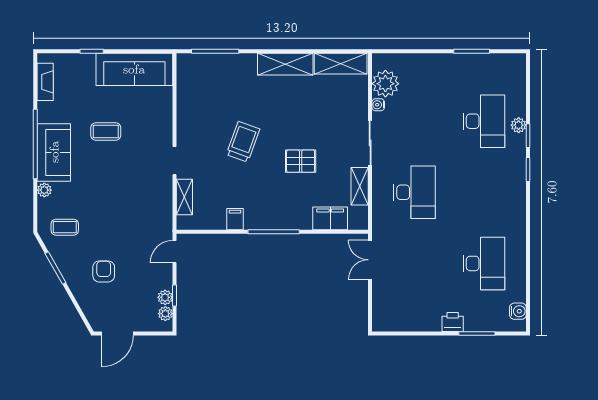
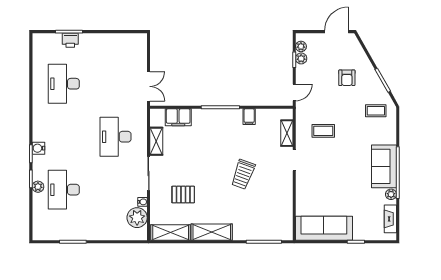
coffee table: (106, 131) -> (323, 131), moved
pallet: (301, 161) -> (183, 195), moved
plant: (44, 190) -> (391, 194), moved
water cooler: (518, 311) -> (38, 148), moved
printer: (453, 322) -> (70, 40), moved

